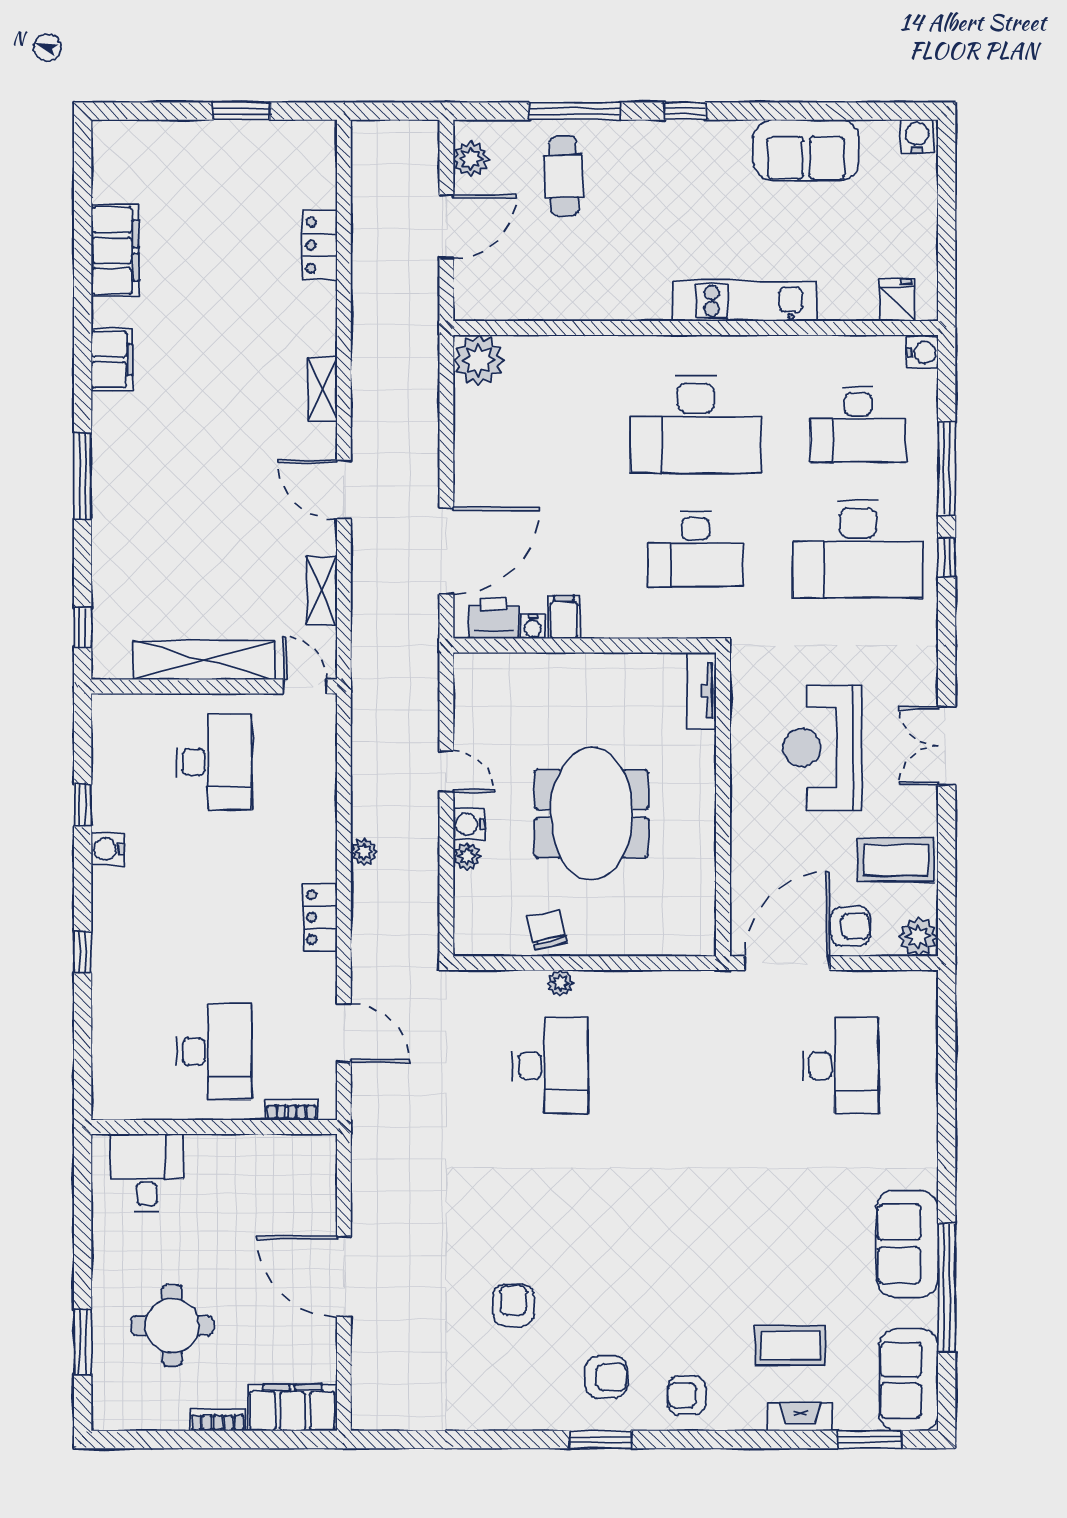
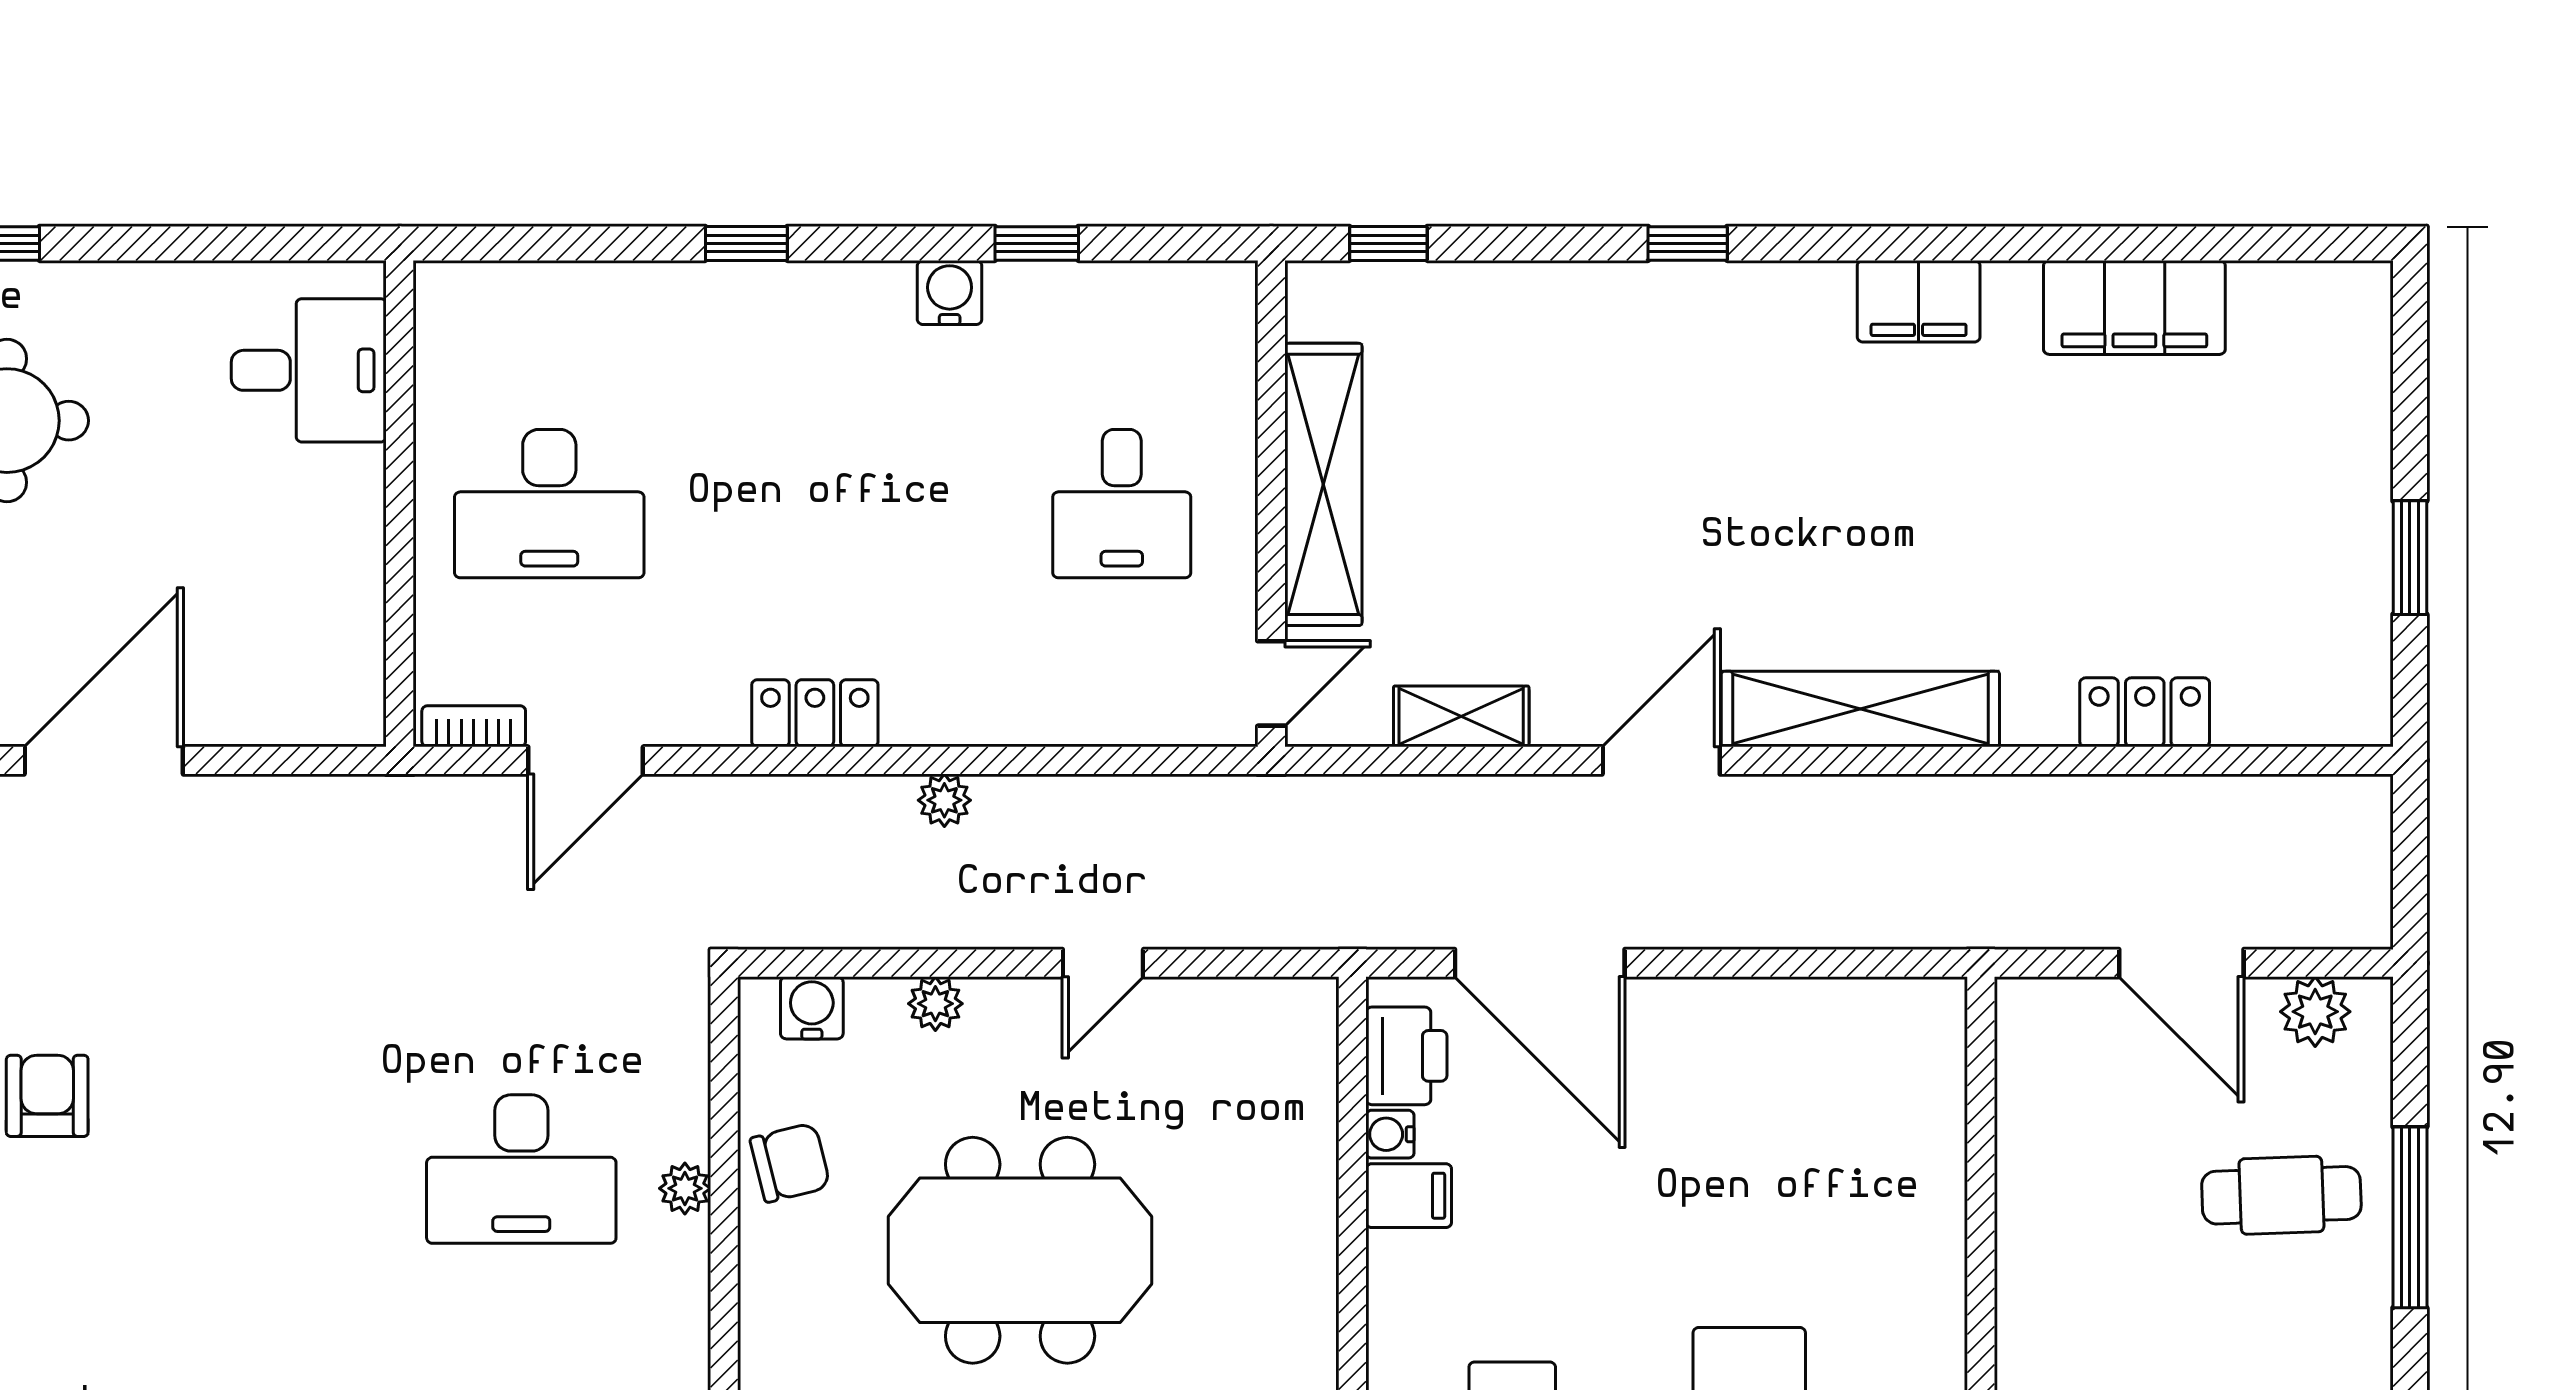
plant: (479, 360) -> (1917, 1027), removed
shelving: (323, 389) -> (1860, 709), width x2.20, depth x1.33
window: (83, 476) -> (1688, 243), width x0.46
desk: (214, 762) -> (1122, 504), width x0.73
water cooler: (469, 824) -> (812, 1008), moved
bookcase: (292, 1110) -> (474, 726), moved, turned -90
armchair: (513, 1305) -> (47, 1096), turned -90

